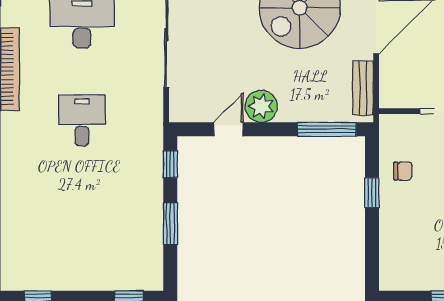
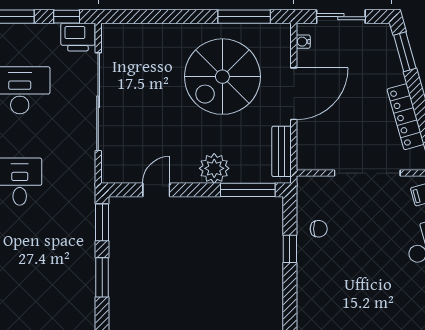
plant: (261, 106) -> (214, 168), moved
window: (170, 164) -> (102, 222), width x1.50

